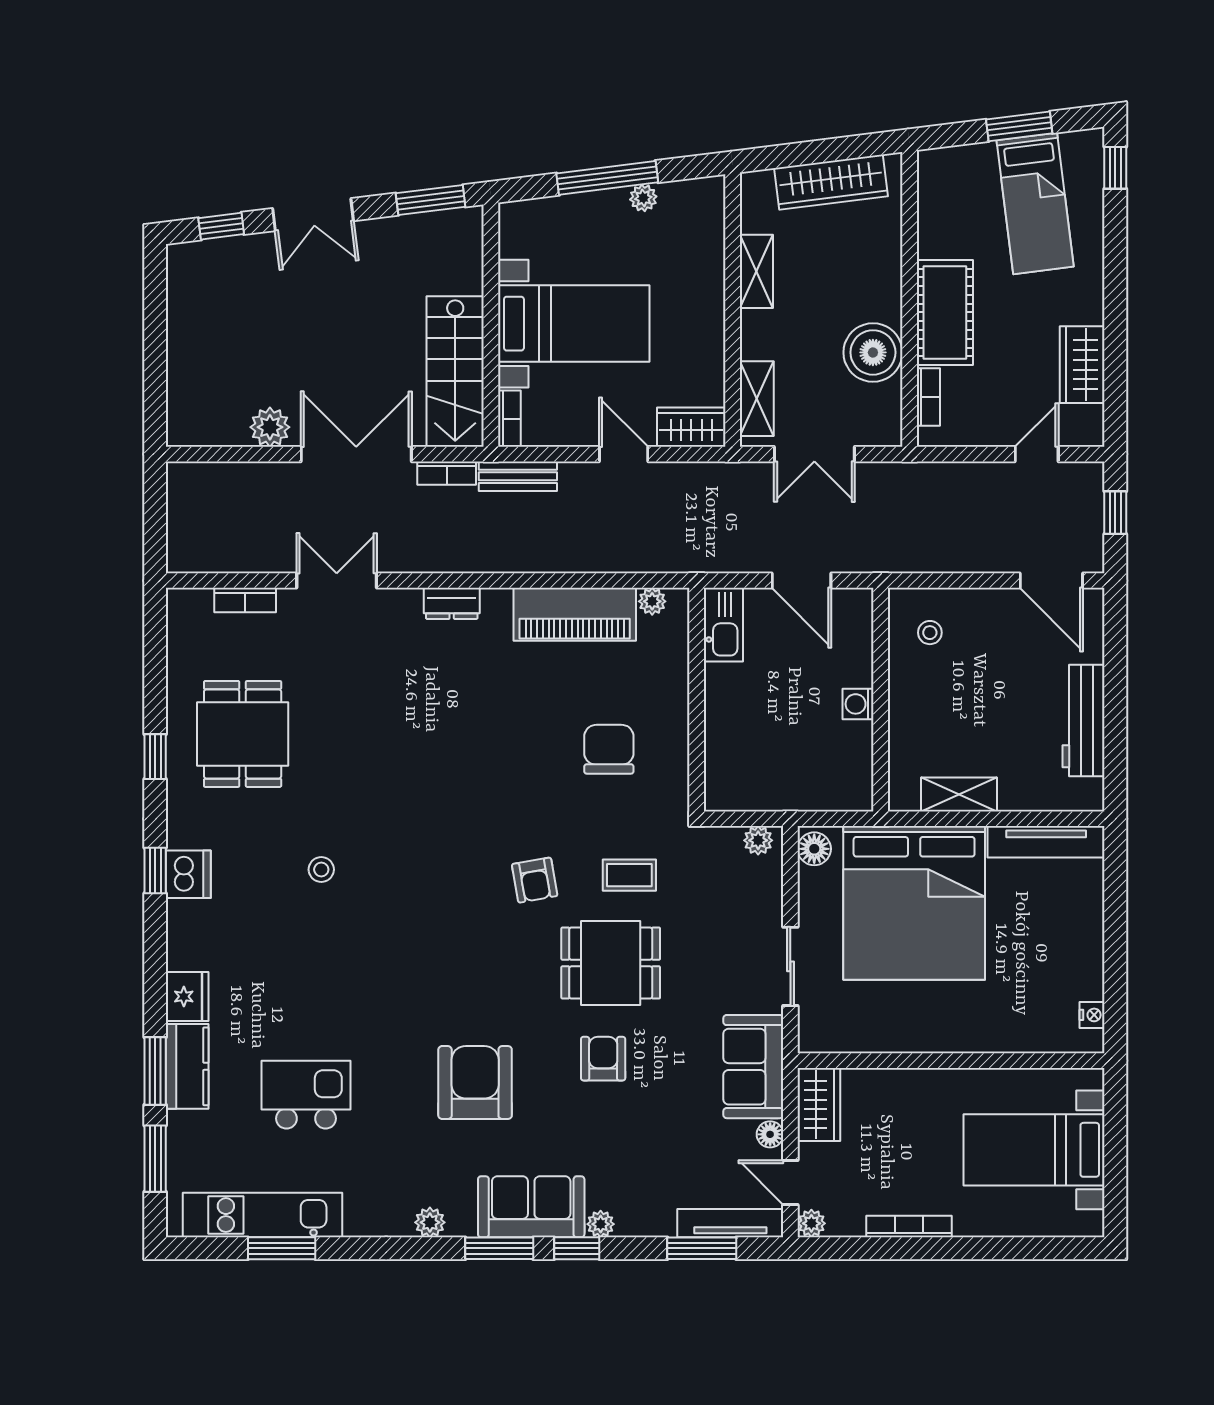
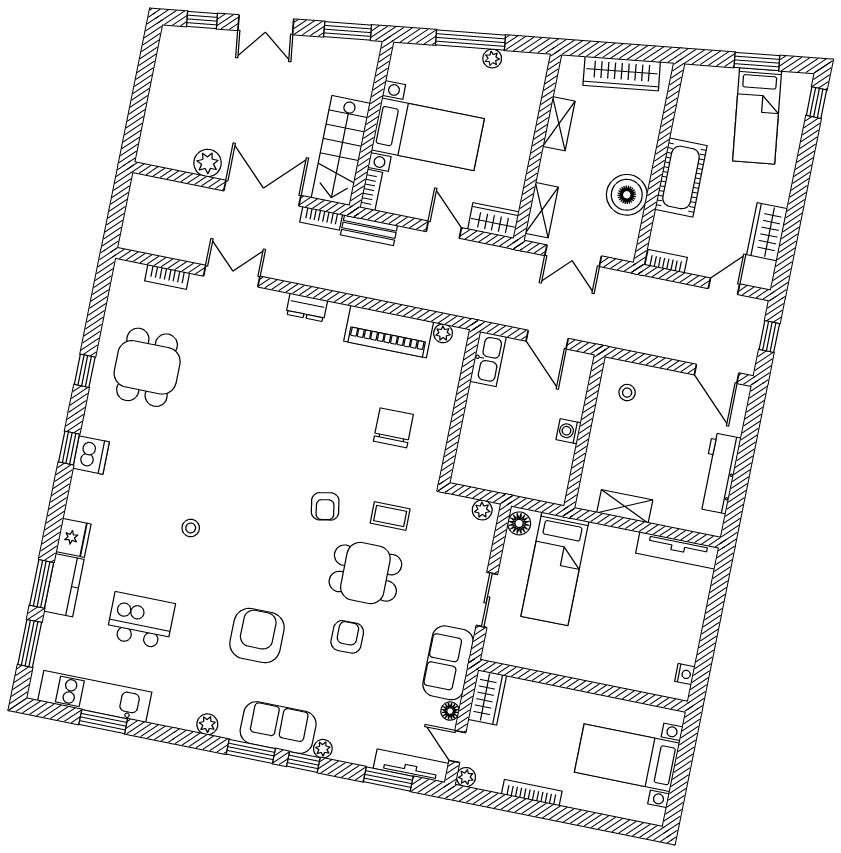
bookcase: (928, 397) -> (666, 261), moved, turned -90
stool: (321, 870) -> (191, 528), moved
bed: (914, 903) -> (555, 569), width x0.49

